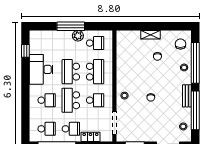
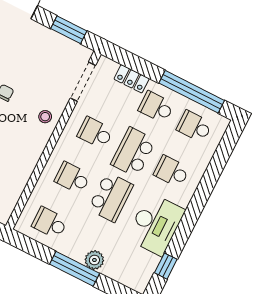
plant: (78, 36) -> (94, 260), moved
school desk: (95, 72) -> (72, 178), width x0.54
school desk: (71, 100) -> (133, 152), turned 180

